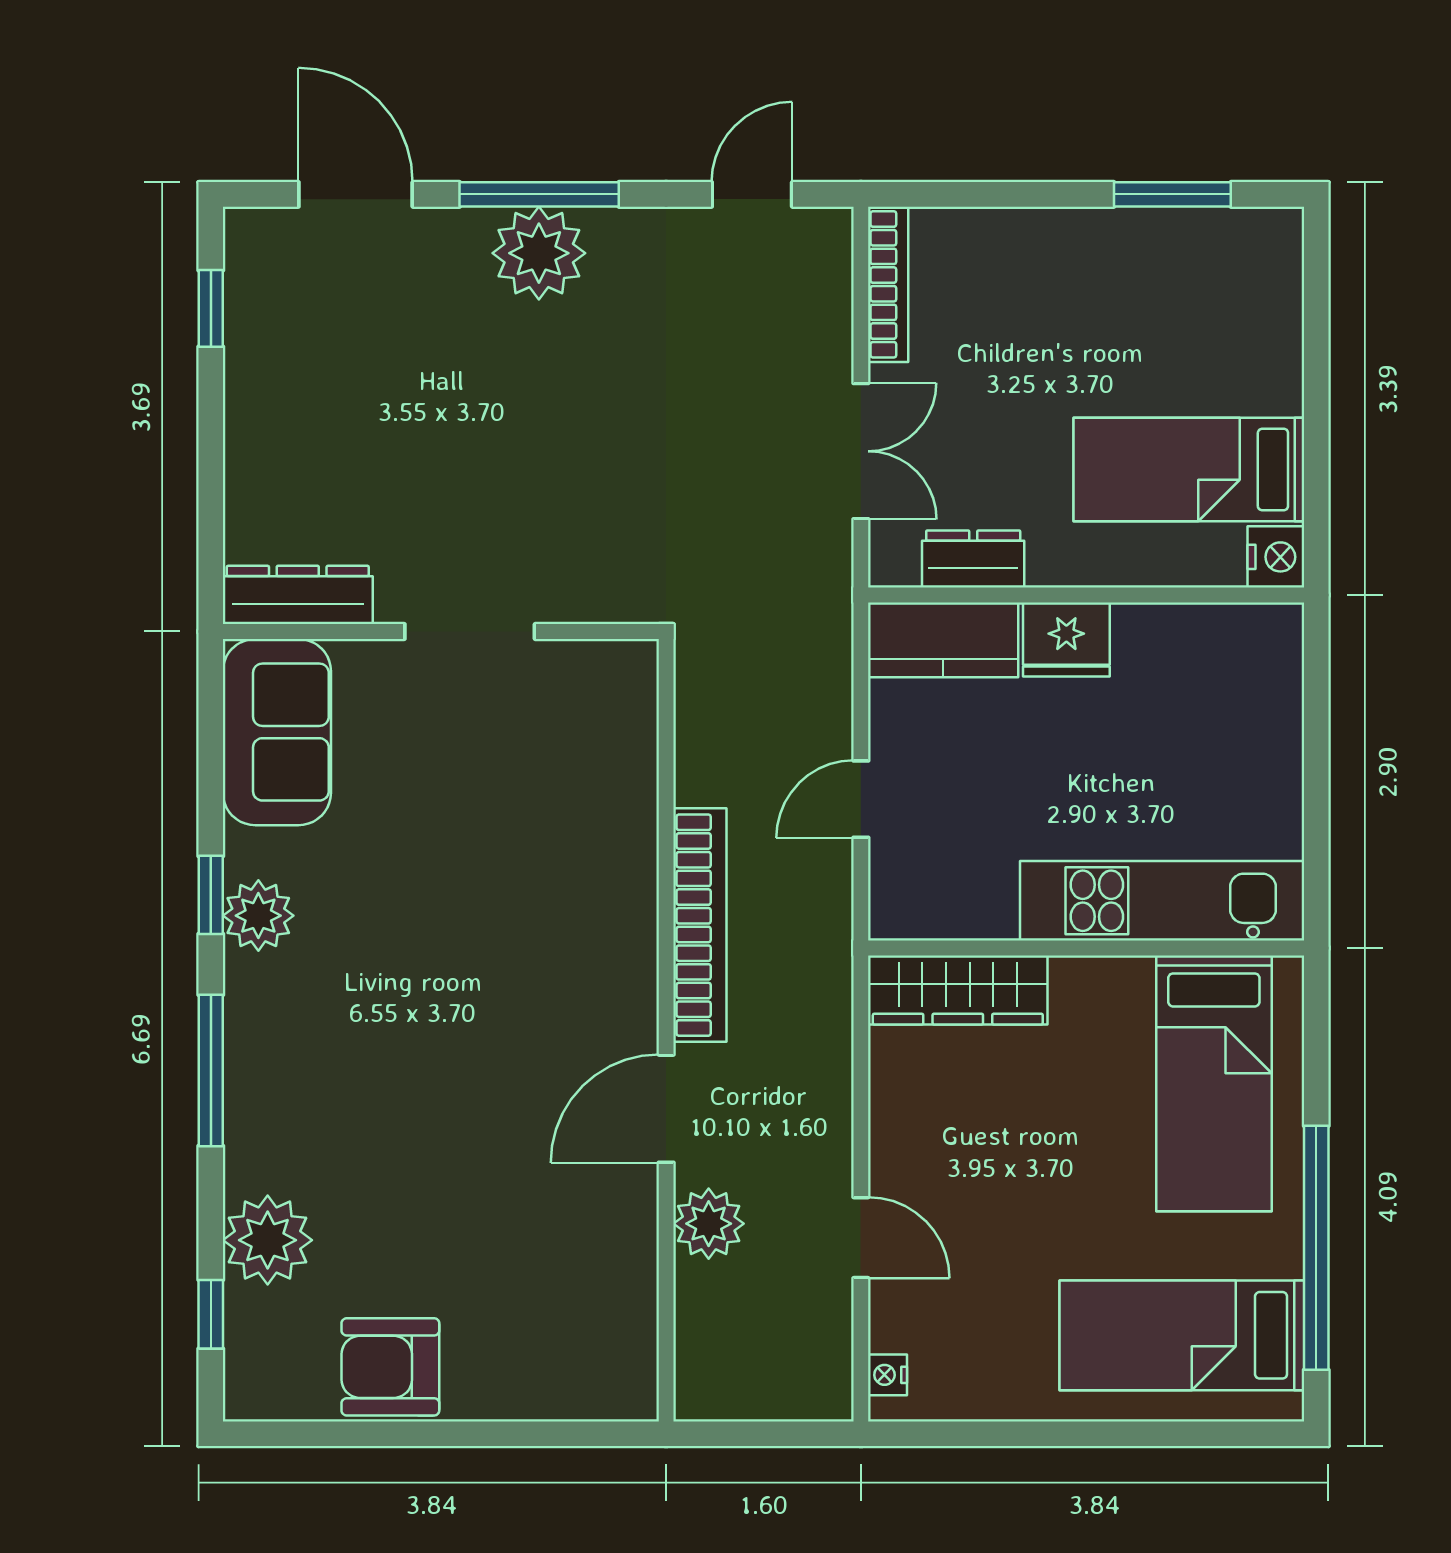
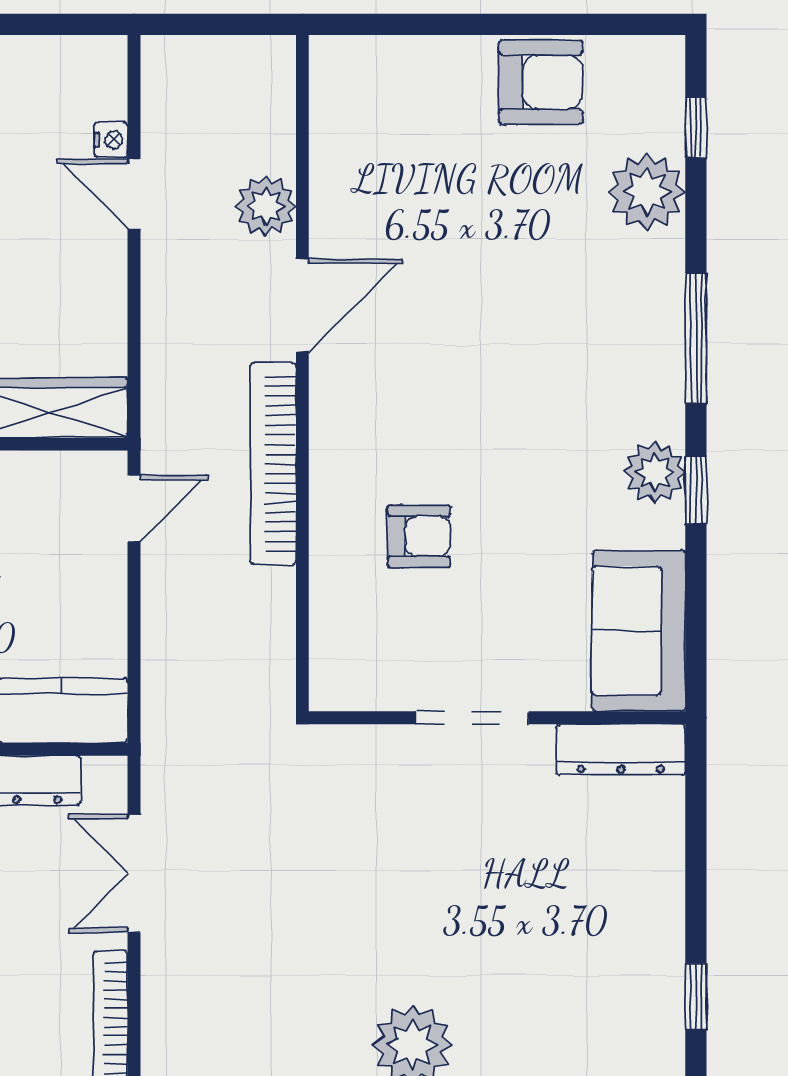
door: (861, 799) -> (134, 509), moved
armchair: (531, 842) -> (419, 536), added
nightstand: (888, 1375) -> (111, 140), moved

